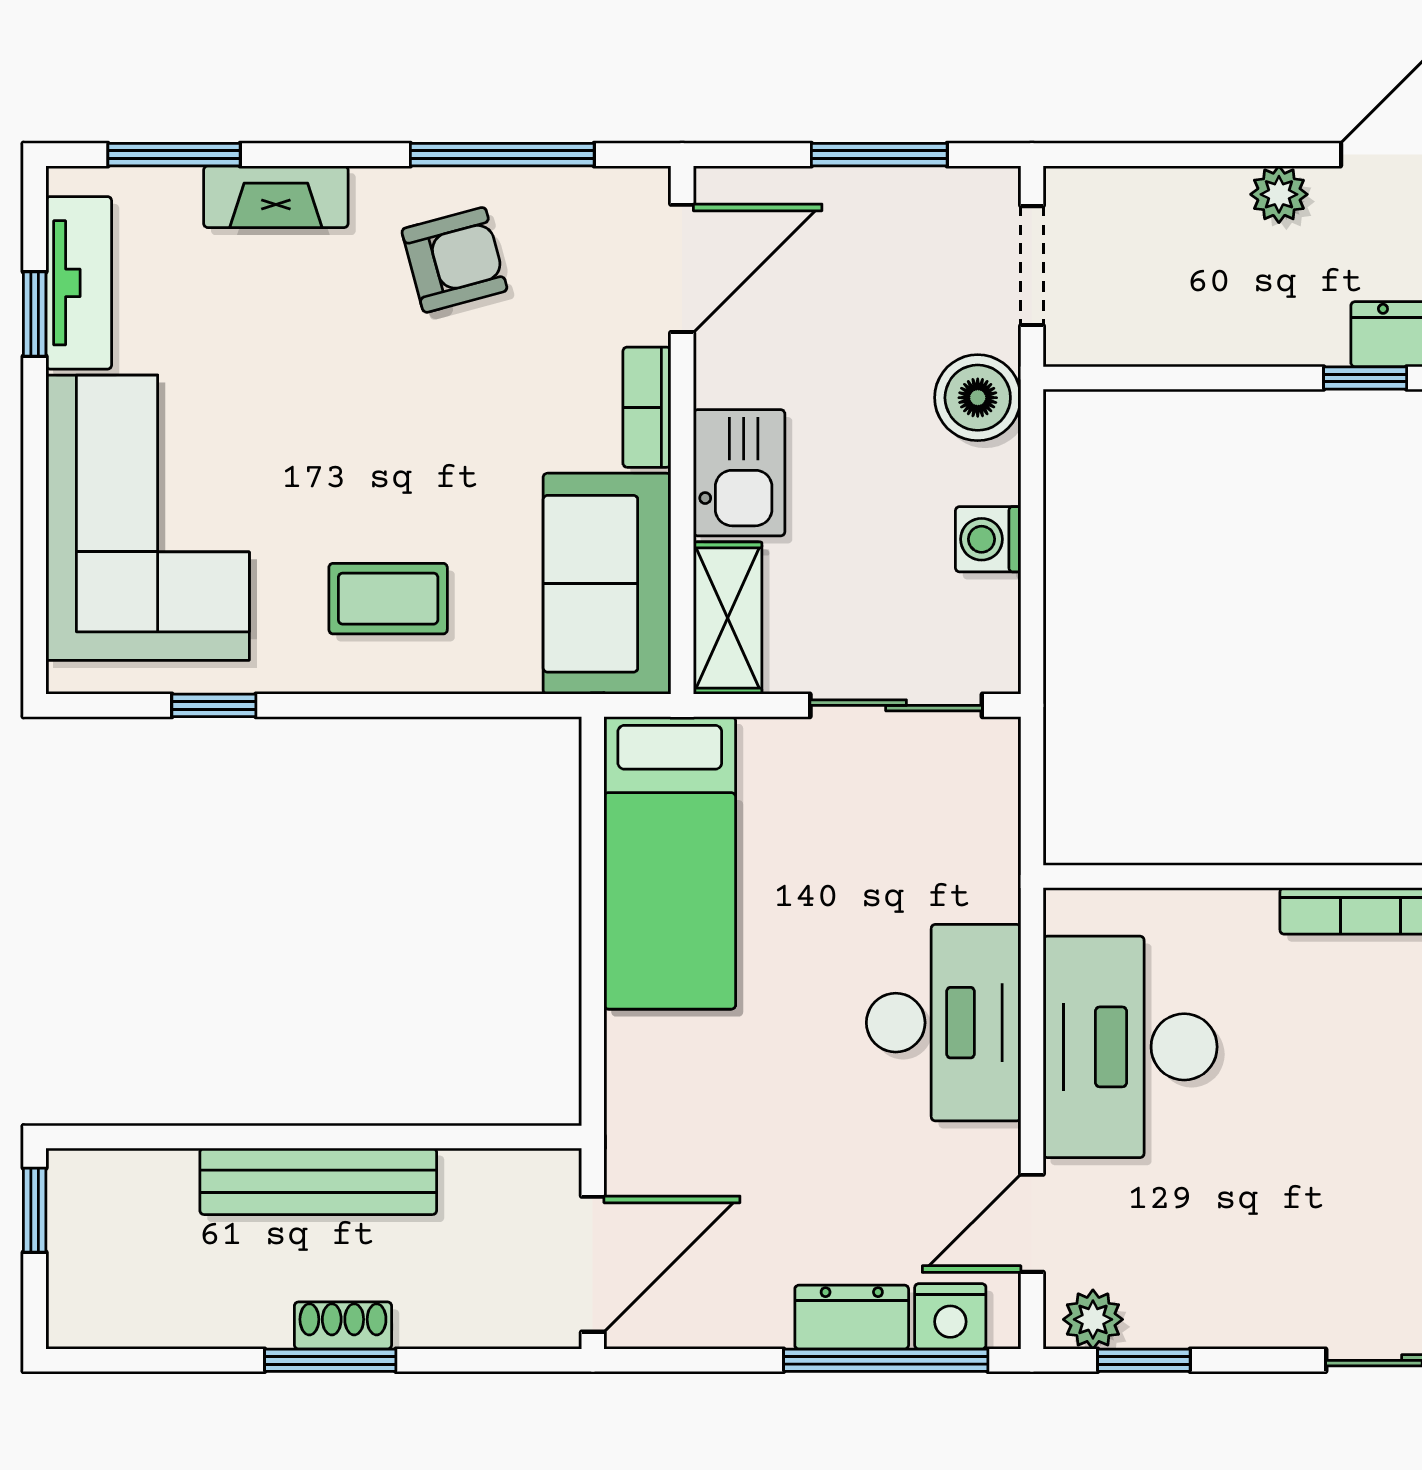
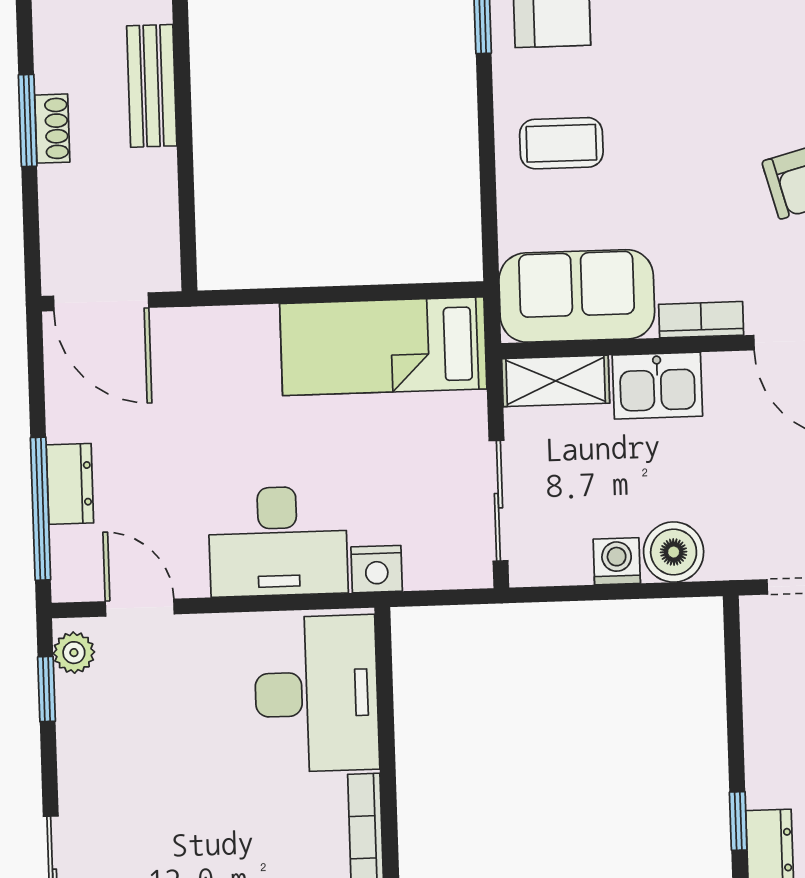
boiler: (978, 398) -> (674, 552), moved
coffee table: (388, 599) -> (561, 143), turned 90
desk: (1130, 1047) -> (316, 694), moved, turned 90
bench: (318, 1181) -> (152, 86), width x0.73
nightstand: (950, 1316) -> (377, 569), moved, turned -90

